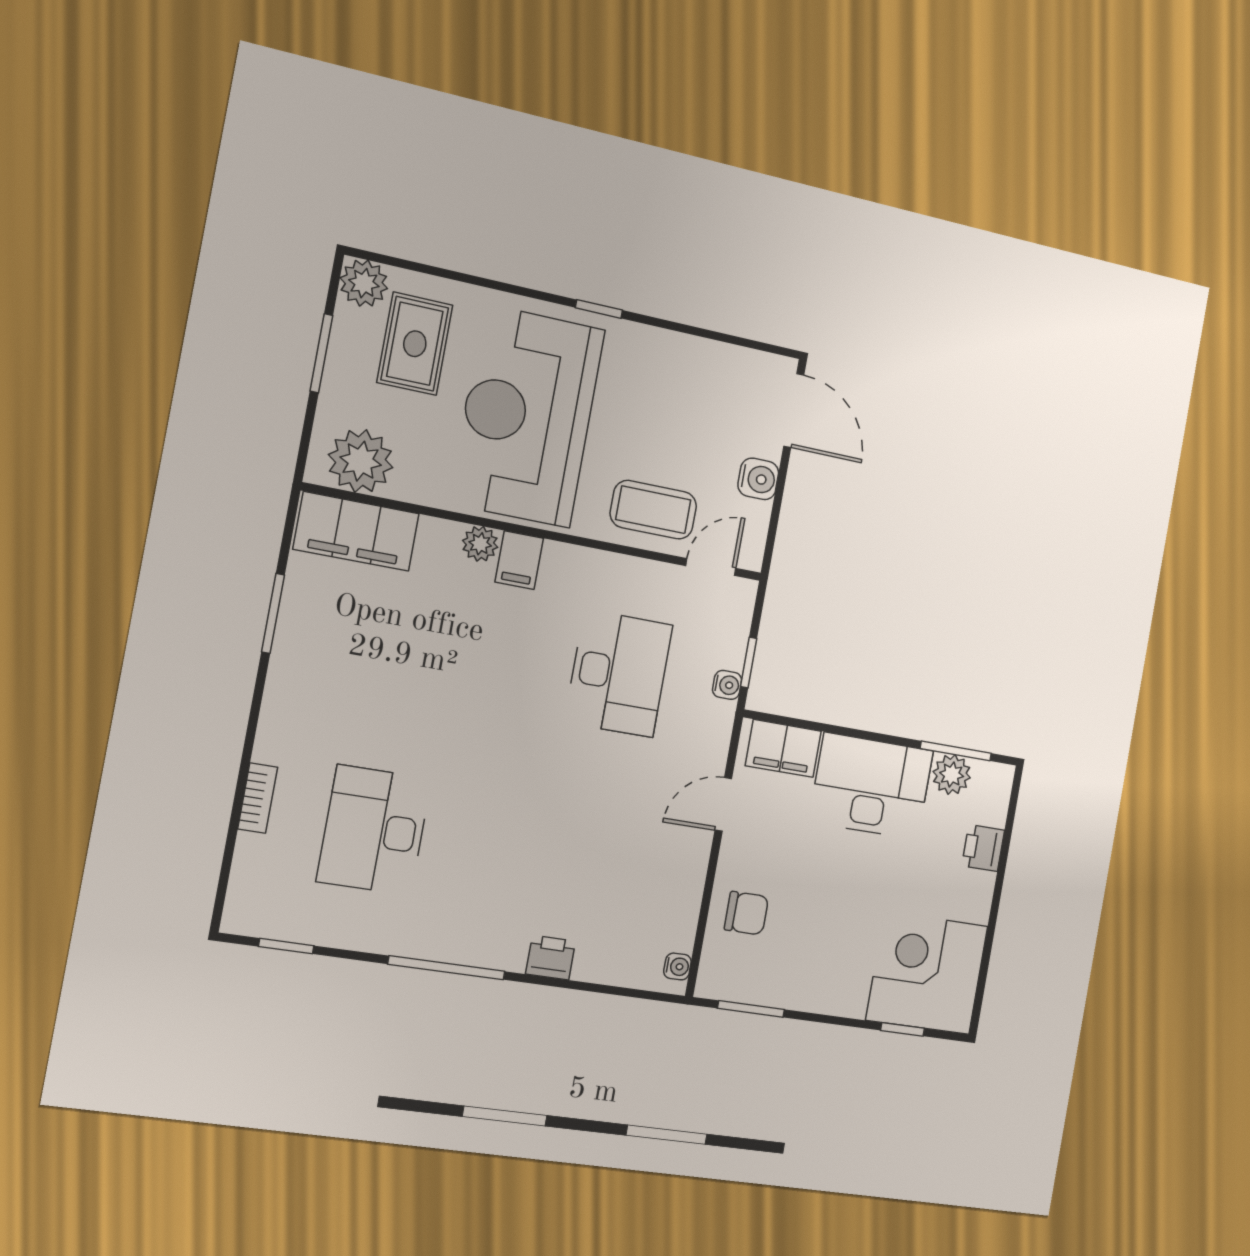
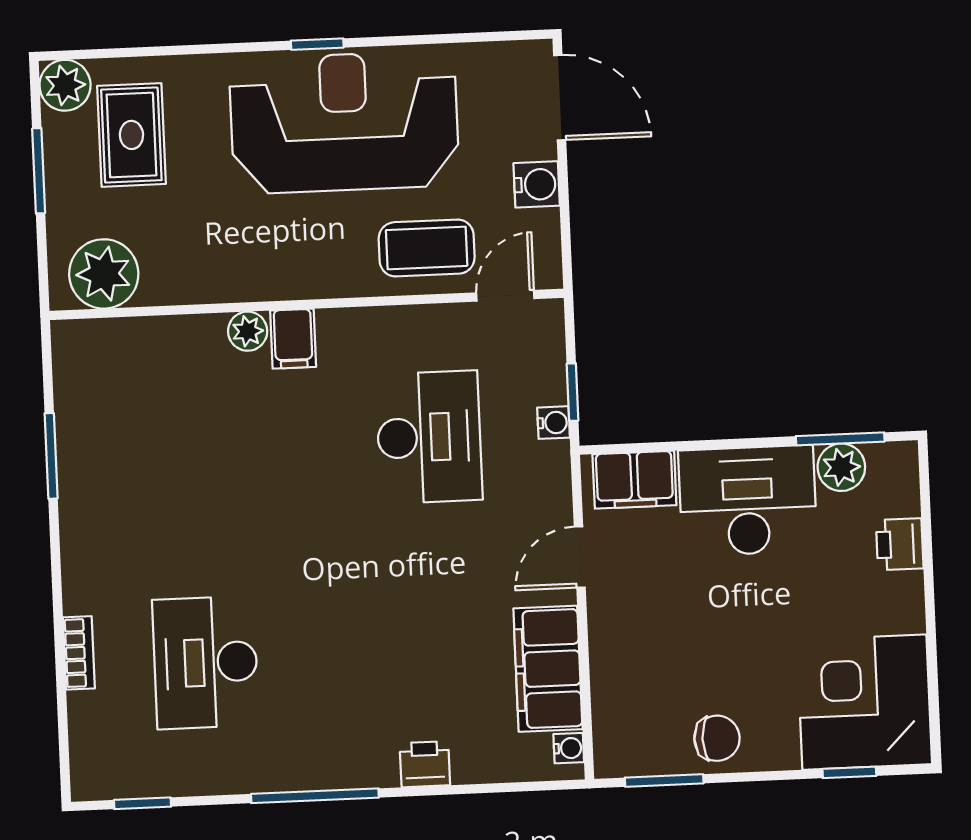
reception desk: (527, 416) -> (344, 122), moved, turned 90
filing cabinet: (356, 531) -> (548, 669), moved, turned 90
chair: (746, 913) -> (717, 738), moved

